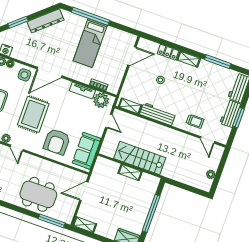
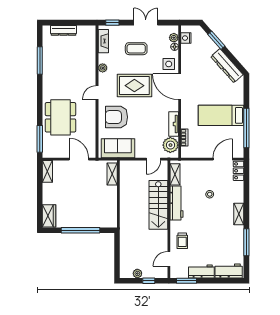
window: (90, 16) -> (246, 128), moved
locker: (168, 52) -> (238, 171), moved
door: (132, 56) -> (223, 159), swing flipped
window: (239, 118) -> (186, 281), moved
door: (17, 148) -> (97, 92), moved
stairs: (140, 158) -> (158, 205), moved, turned 180
window: (221, 166) -> (149, 281), added
shelving: (130, 172) -> (112, 174), moved

